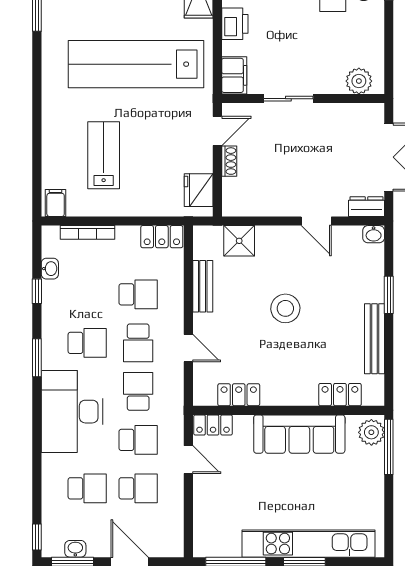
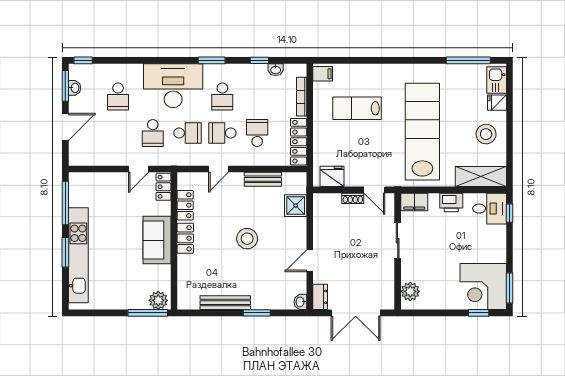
lab bench: (104, 155) -> (357, 108), turned 180
locker: (162, 237) -> (299, 142), width x1.53
school desk: (138, 294) -> (257, 133), turned 180
locker: (340, 395) -> (185, 238), moved
sofa: (299, 434) -> (157, 240), width x0.73
school desk: (138, 488) -> (118, 133), removed

